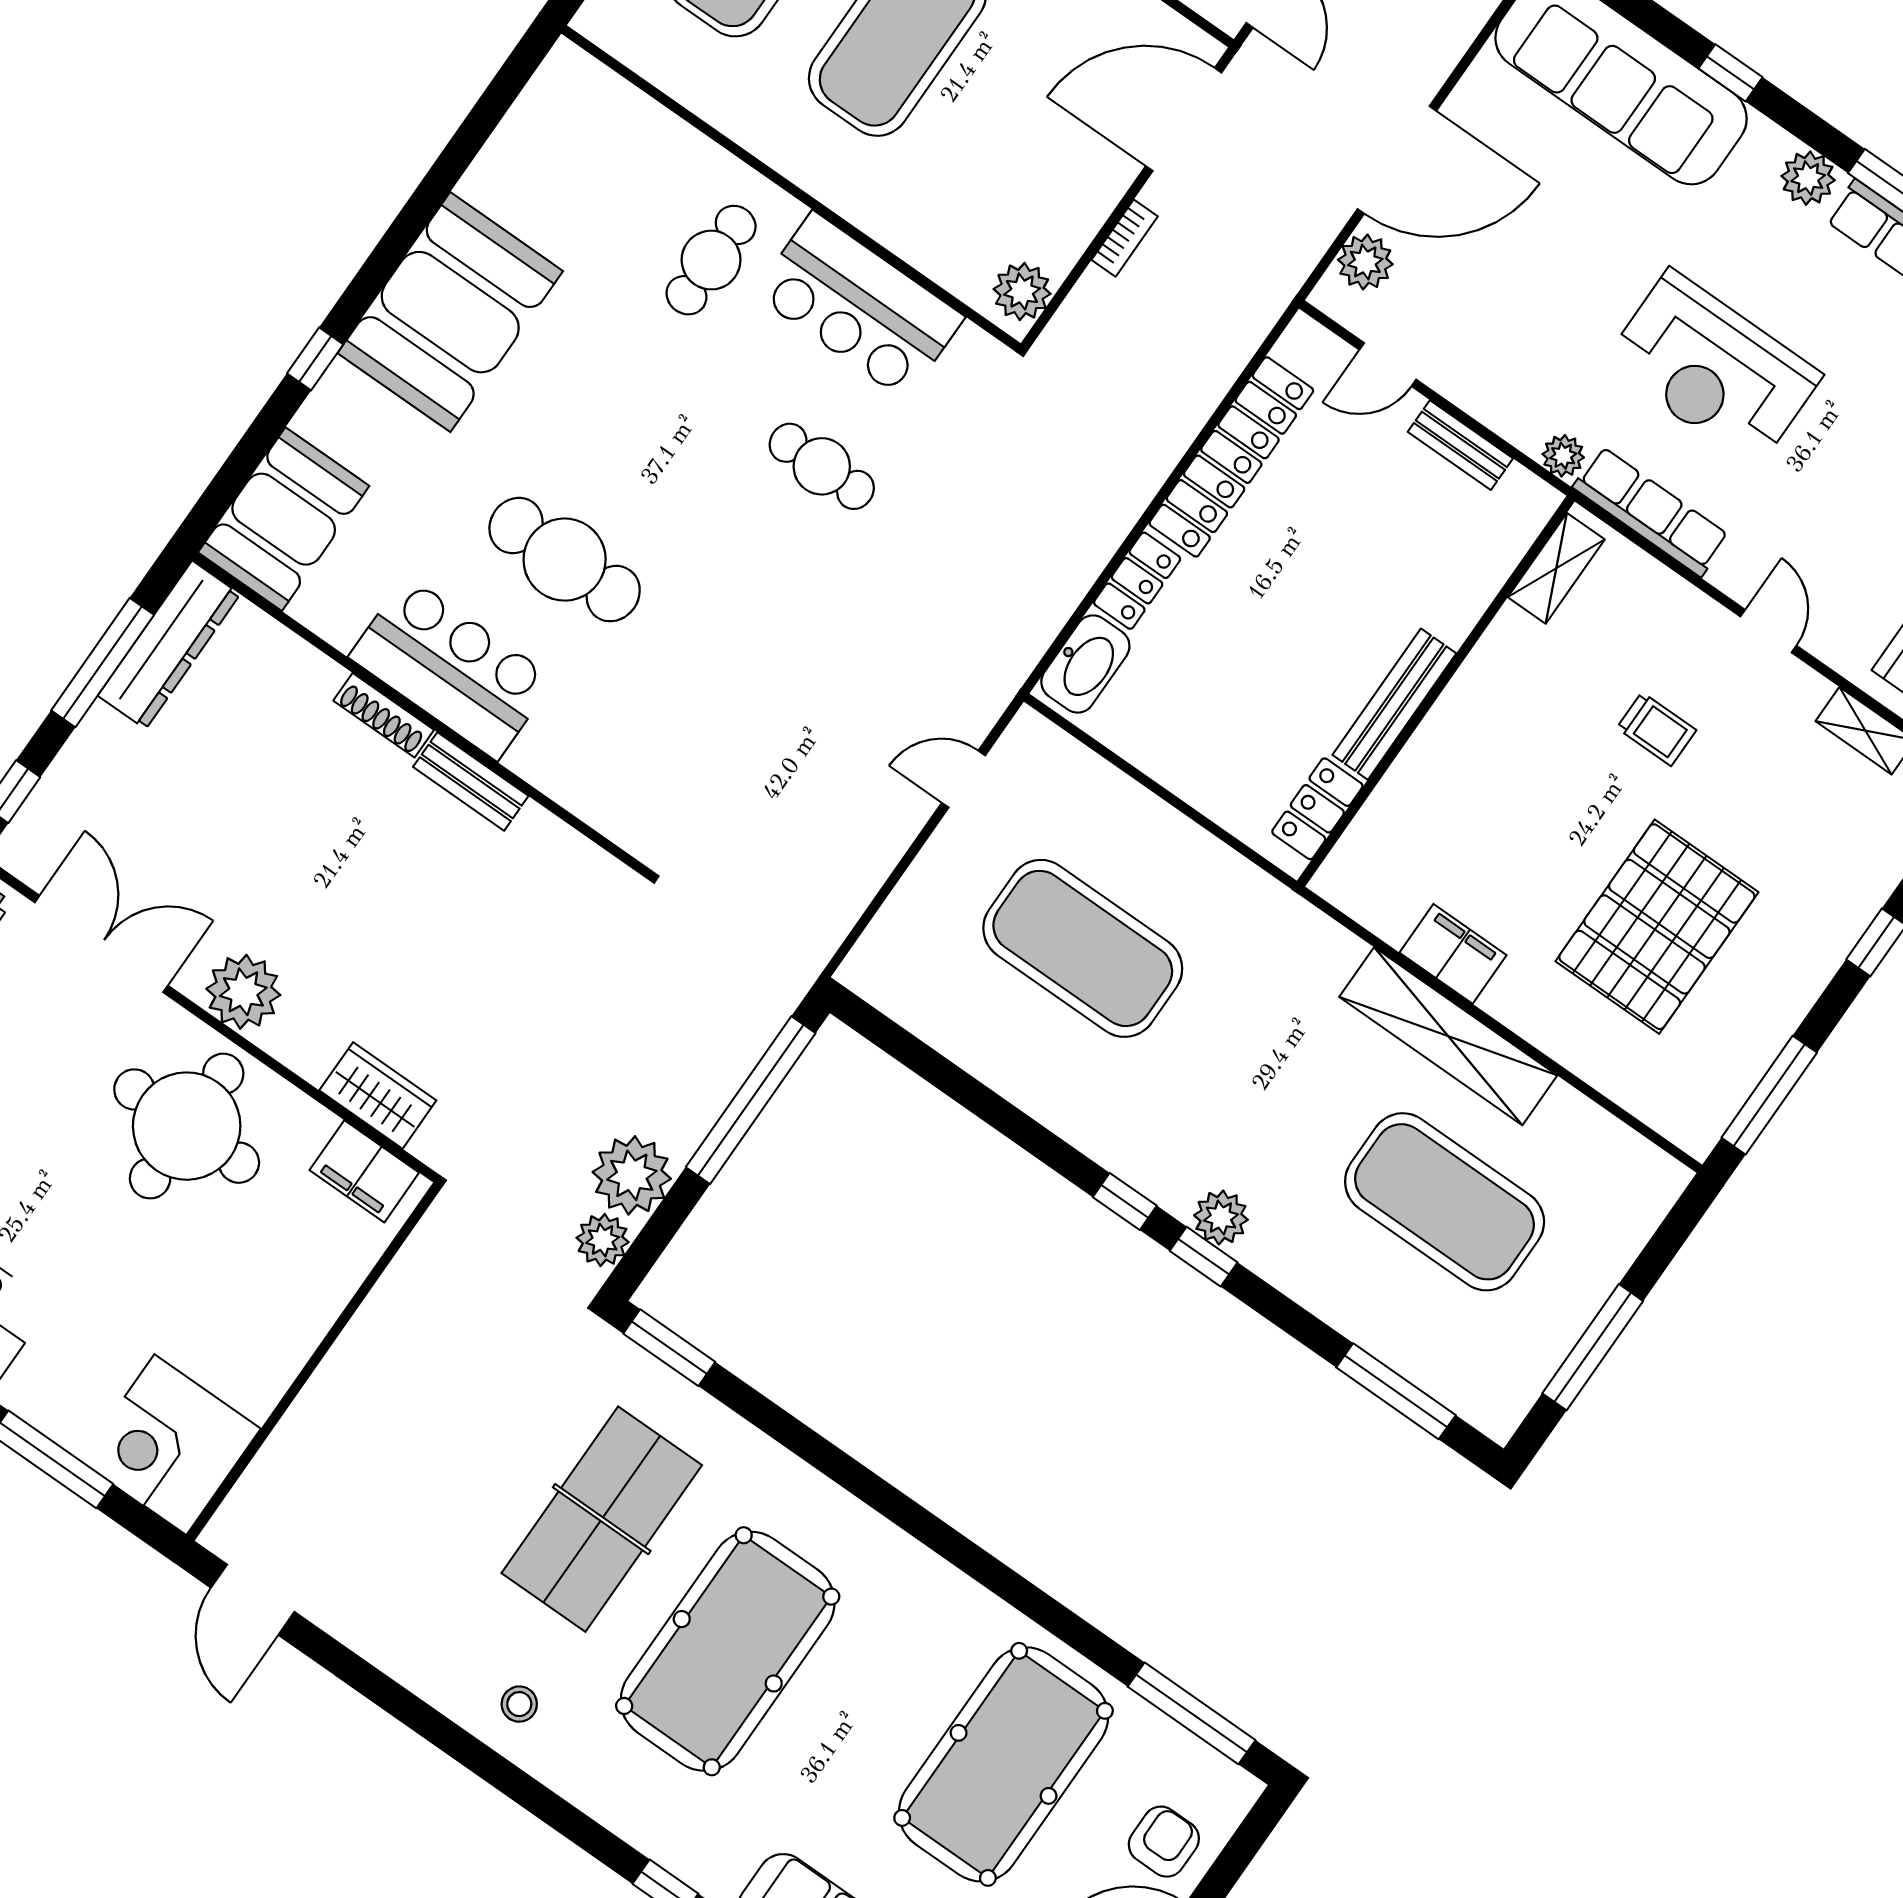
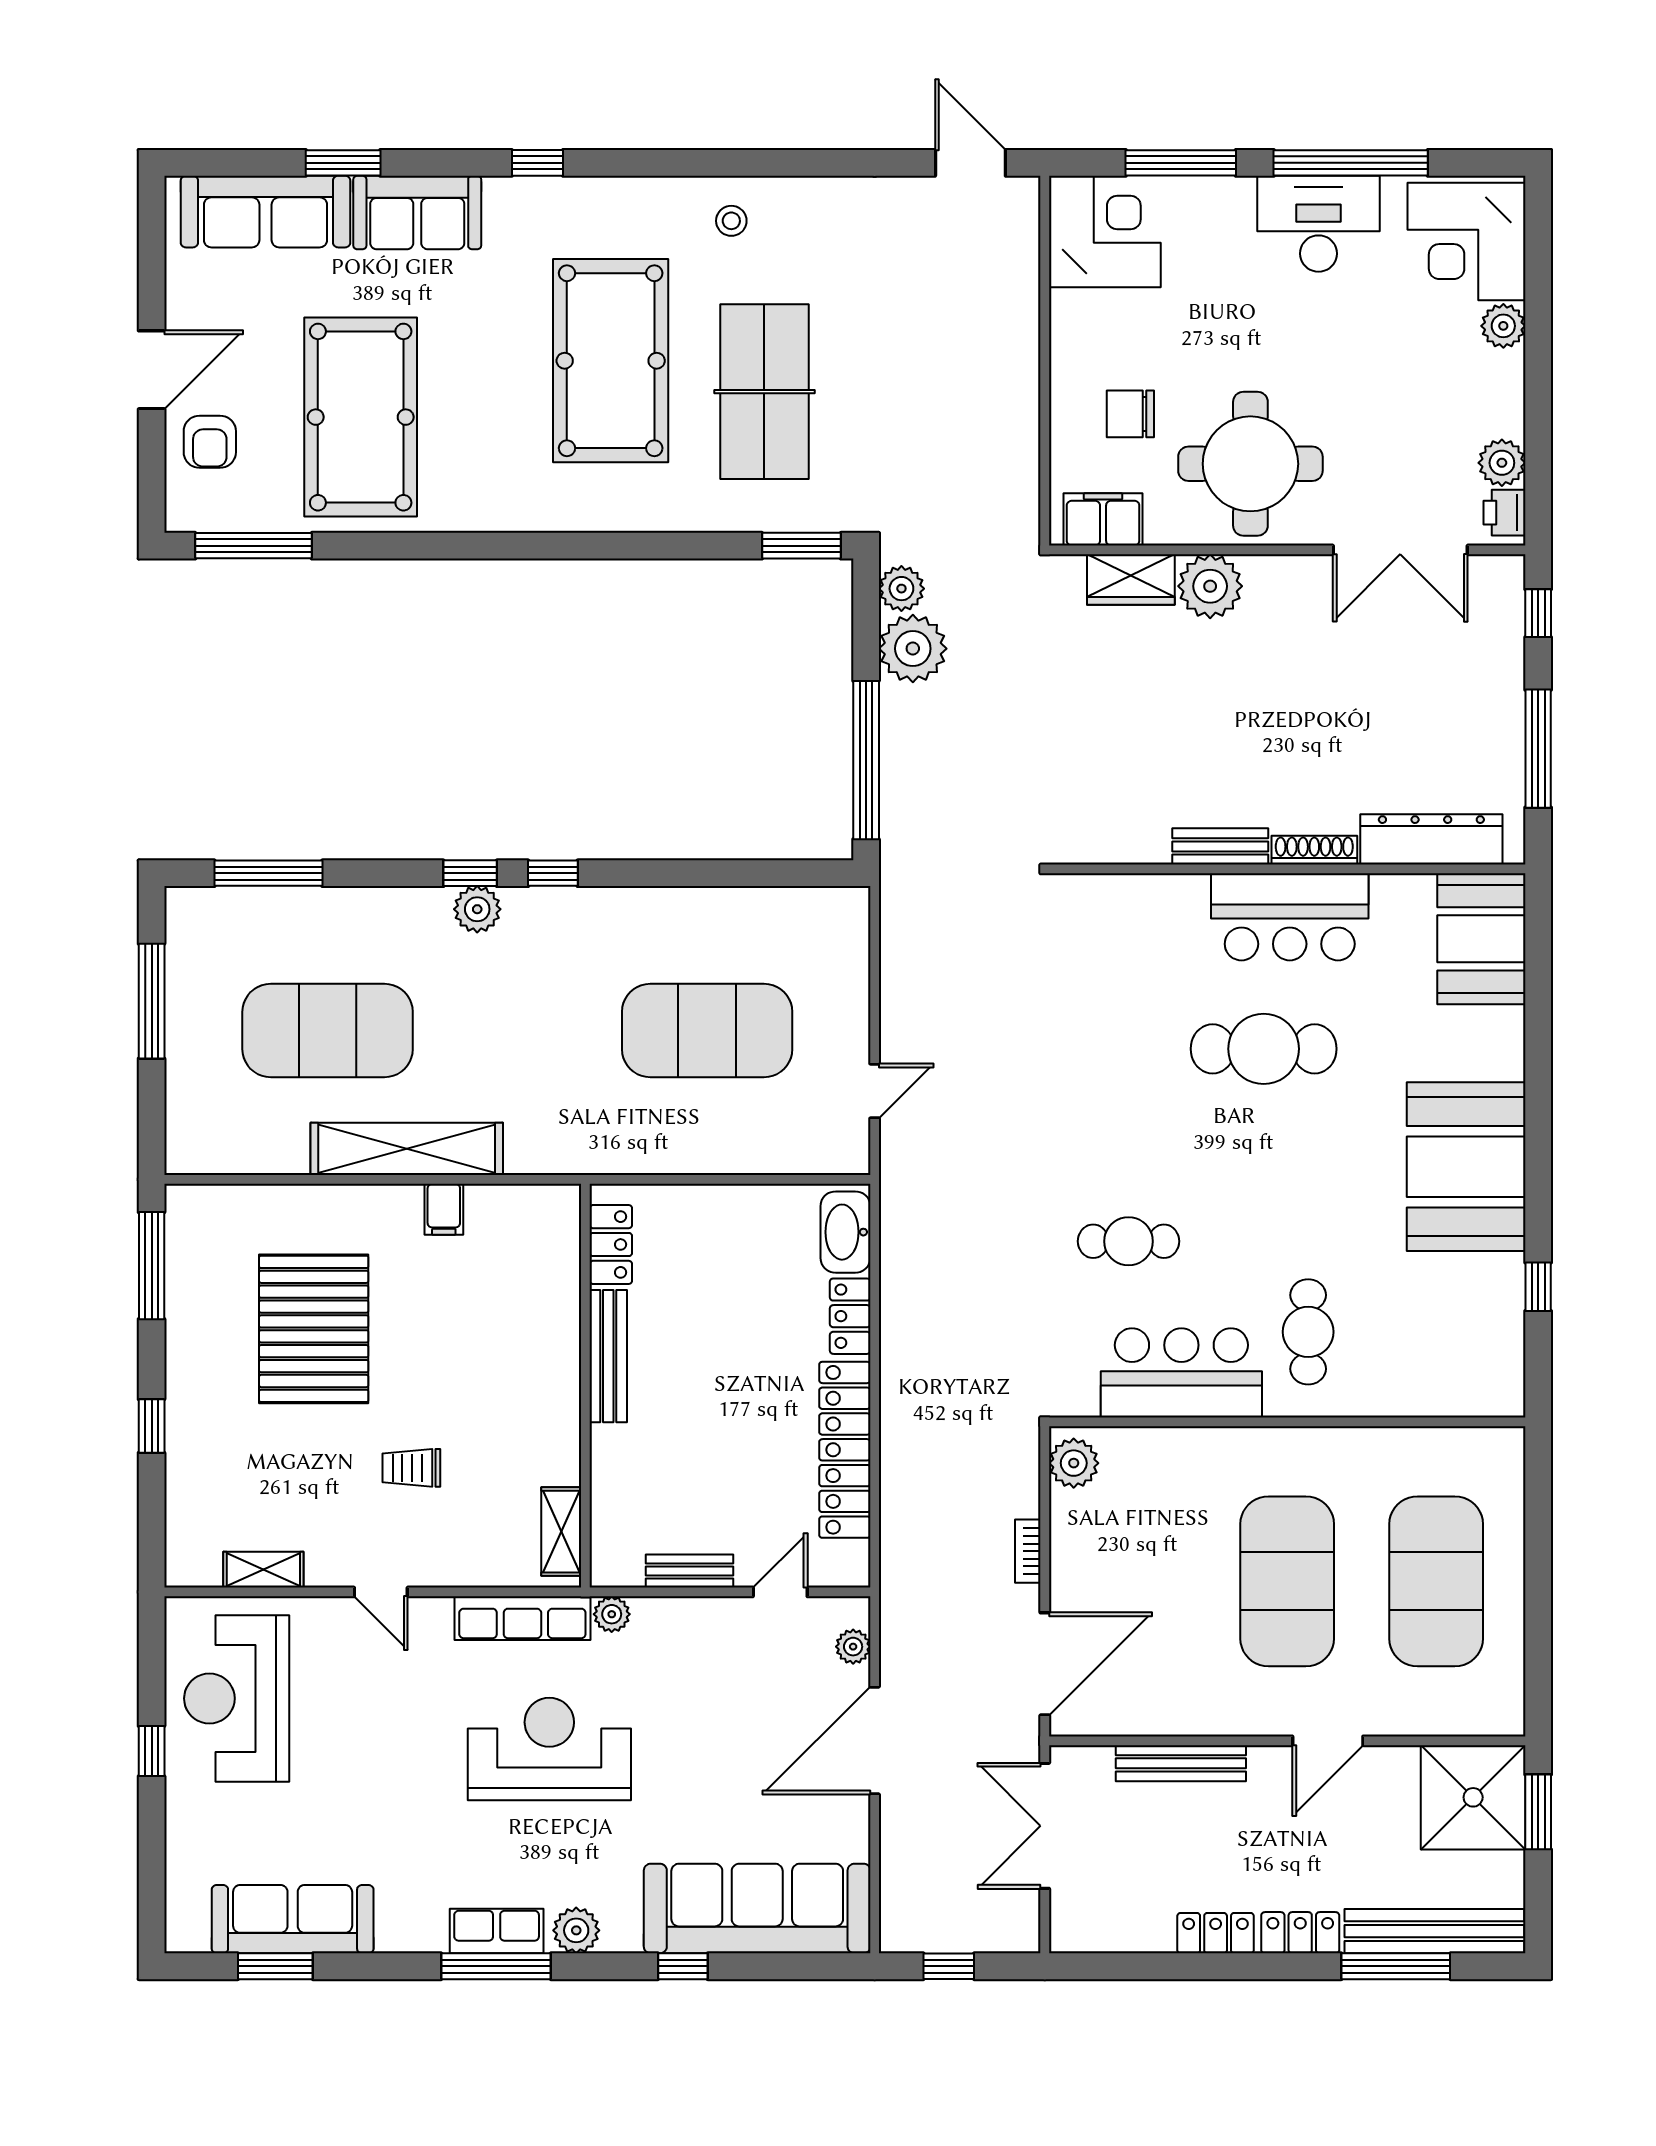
plant: (1365, 262) -> (853, 1647), width x0.73, depth x0.73
window: (315, 359) -> (1538, 1287), moved
dresser: (169, 645) -> (1431, 839), moved, turned 90
filing cabinet: (1453, 954) -> (444, 1209), width x0.50
plant: (243, 992) -> (1210, 586), moved
chair: (268, 1254) -> (1130, 414), added

